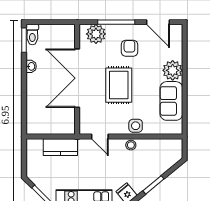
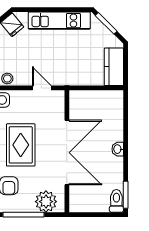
washbasin: (31, 66) -> (118, 149), moved
kitchen counter: (60, 147) -> (114, 67), moved, turned -90

